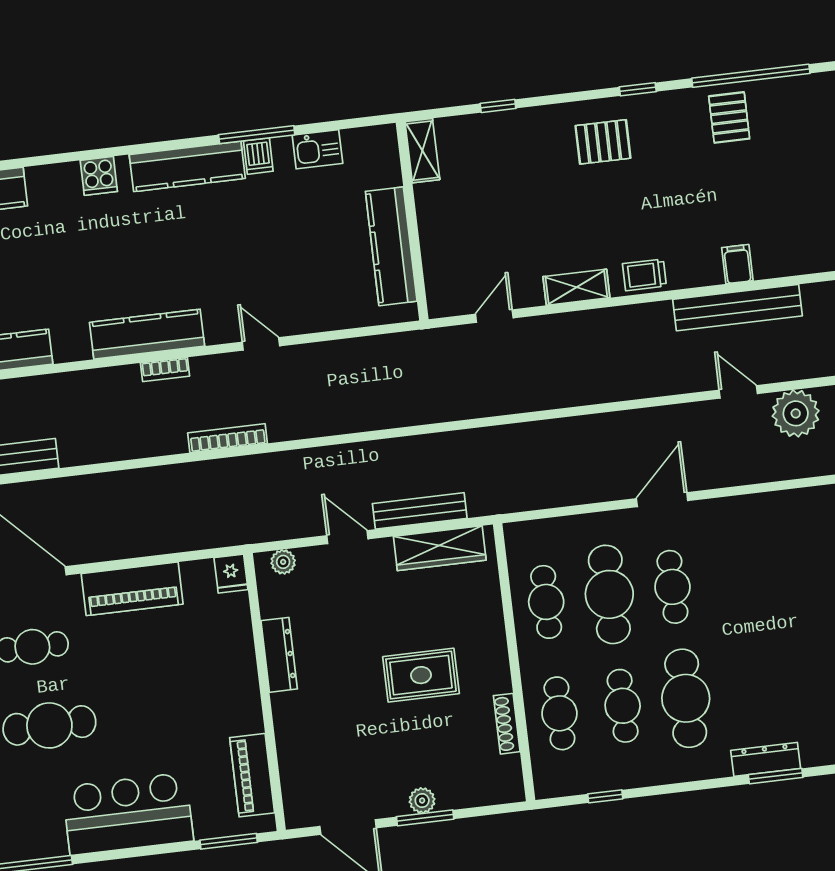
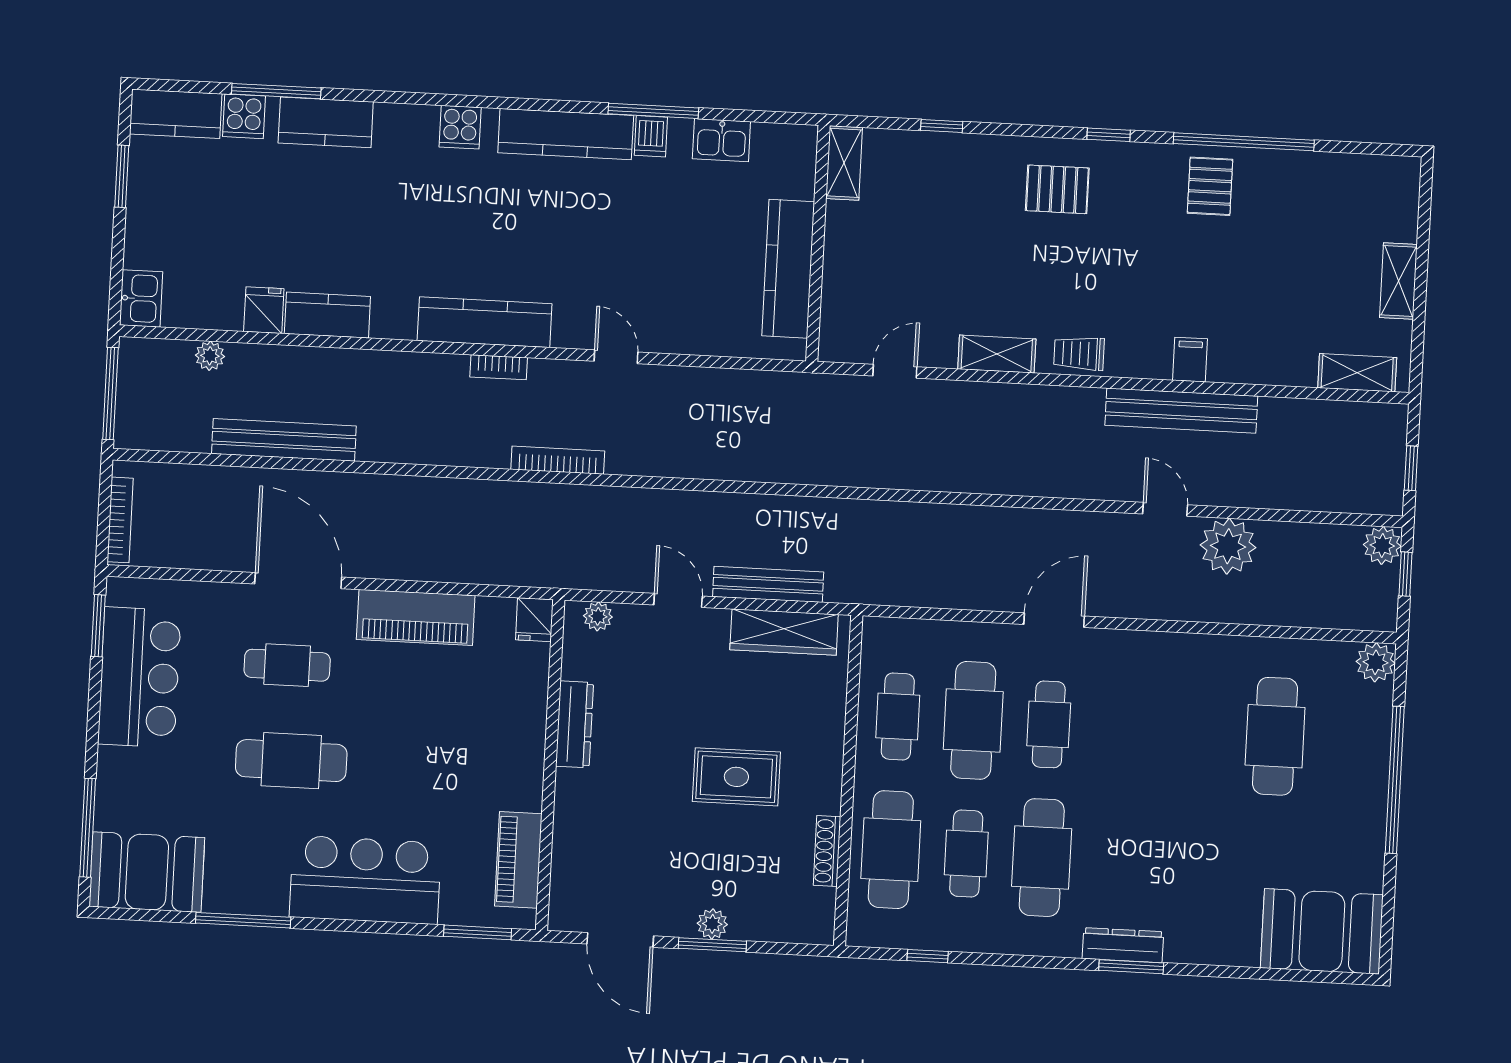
cafe table: (559, 713) -> (891, 850), width x1.37, depth x1.35

